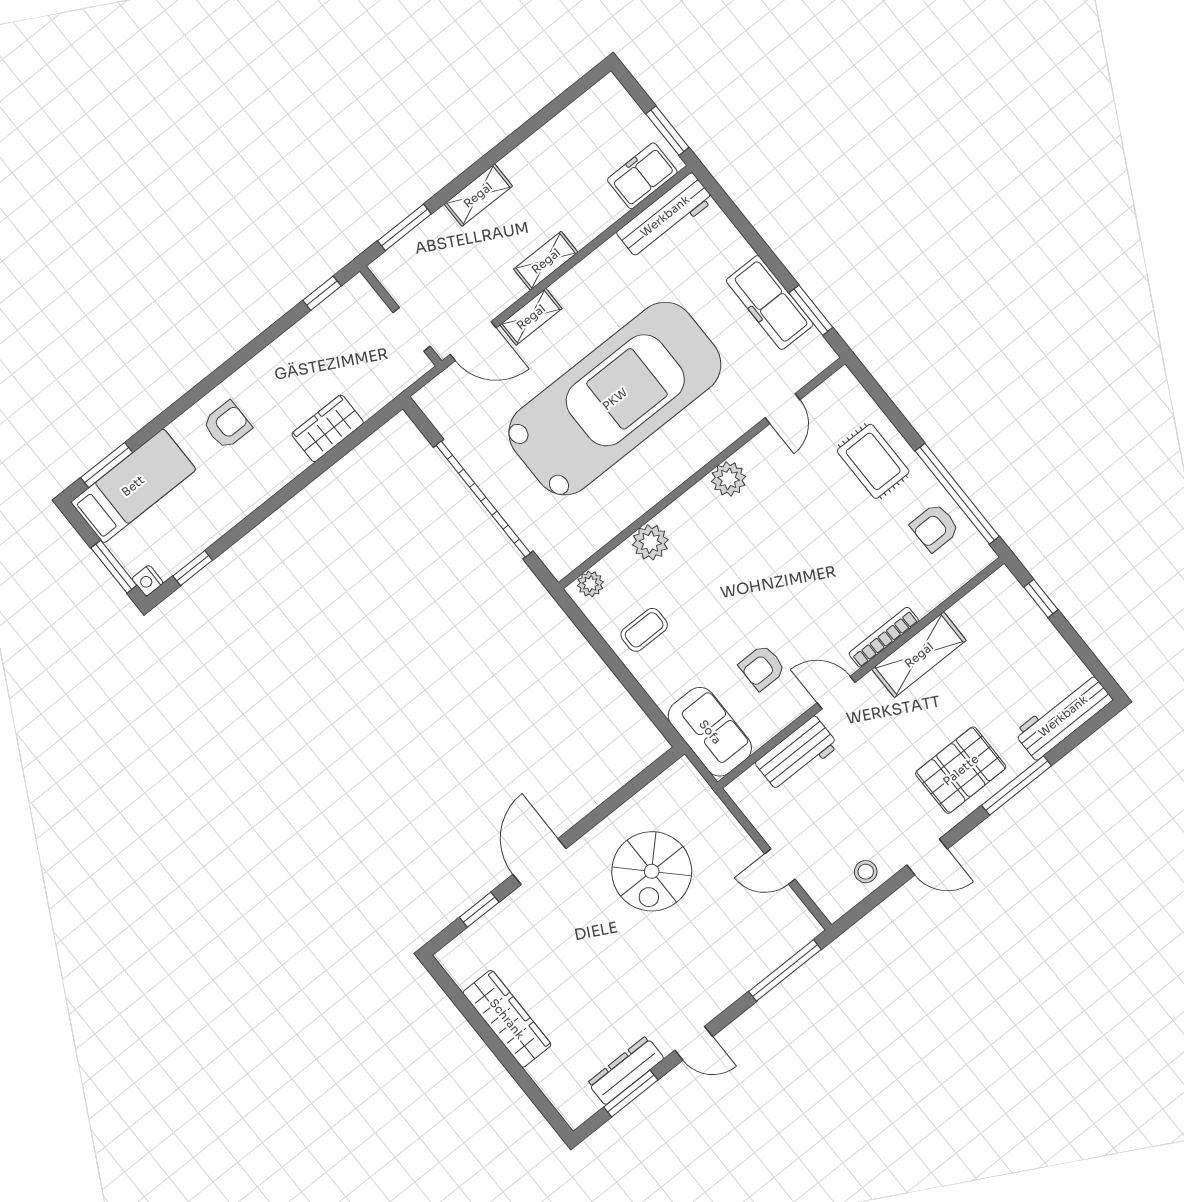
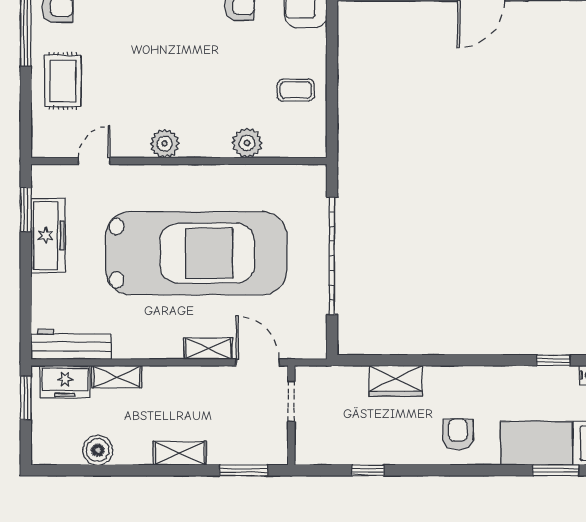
boiler: (559, 136) -> (98, 450), added
shelving: (546, 261) -> (117, 377), moved
window: (322, 293) -> (368, 470), moved
car: (615, 399) -> (196, 253), turned 180
armchair: (227, 425) -> (458, 434), turned 90
plant: (590, 584) -> (307, 147), removed

